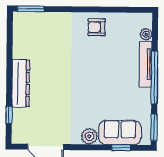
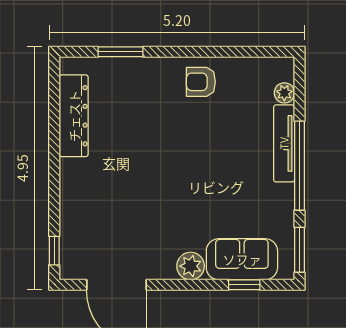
window: (31, 9) -> (121, 52), moved
dresser: (21, 83) -> (74, 116), moved
window: (9, 115) -> (54, 251), moved

